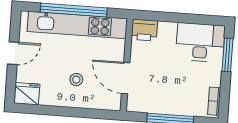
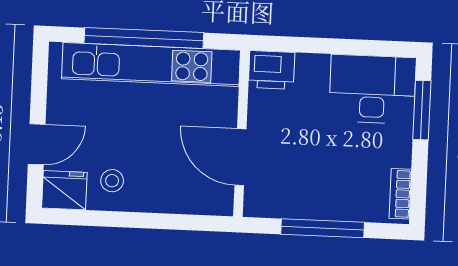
door: (13, 53) -> (37, 144), moved
stool: (76, 80) -> (112, 181), moved

